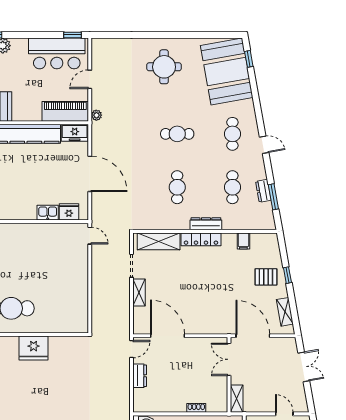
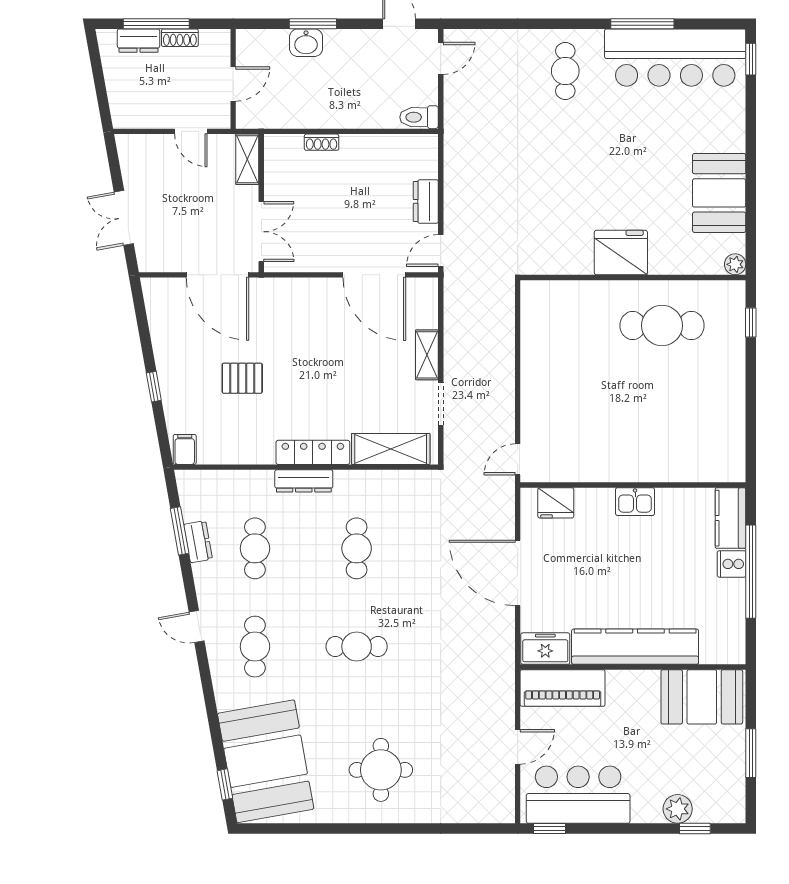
plant: (96, 115) -> (505, 681), removed
kitchen sink: (48, 213) -> (635, 502), moved
door: (90, 236) -> (518, 459), hinge flipped
filing cabinet: (243, 241) -> (185, 449), moved
pallet: (266, 277) -> (242, 378), moved
shelving: (285, 312) -> (159, 319), removed
door: (284, 414) -> (191, 131), moved

